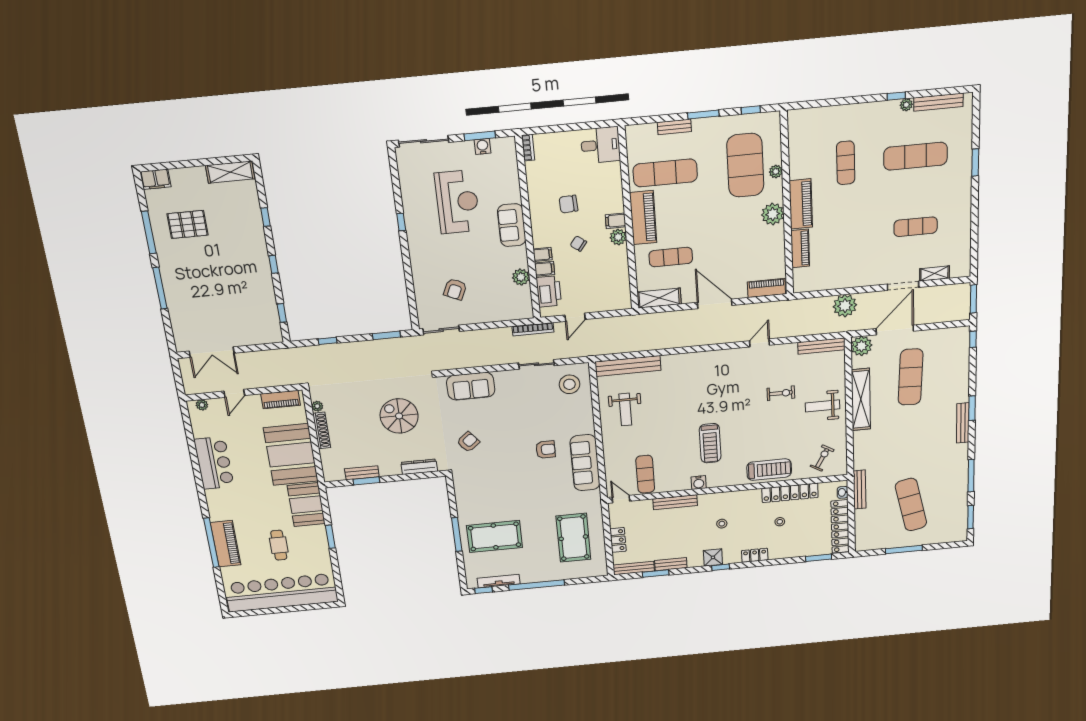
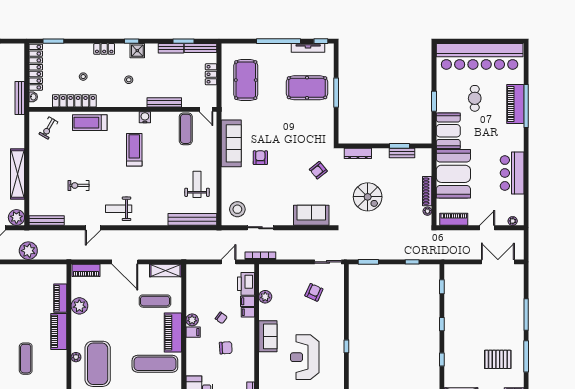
plant: (773, 214) -> (79, 306), moved
weight bench: (823, 406) -> (119, 209), moved, turned 180
armchair: (546, 450) -> (260, 158), turned 90

